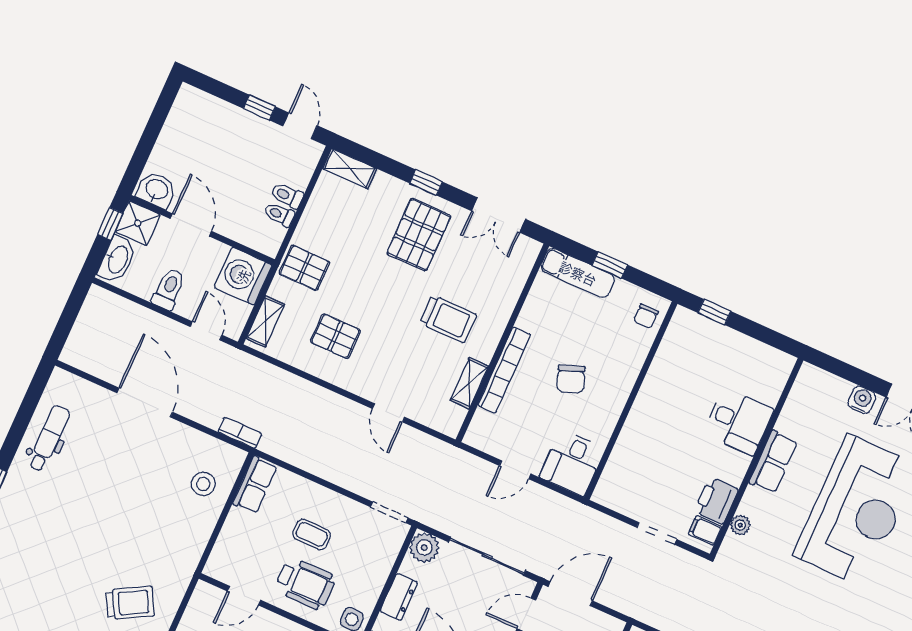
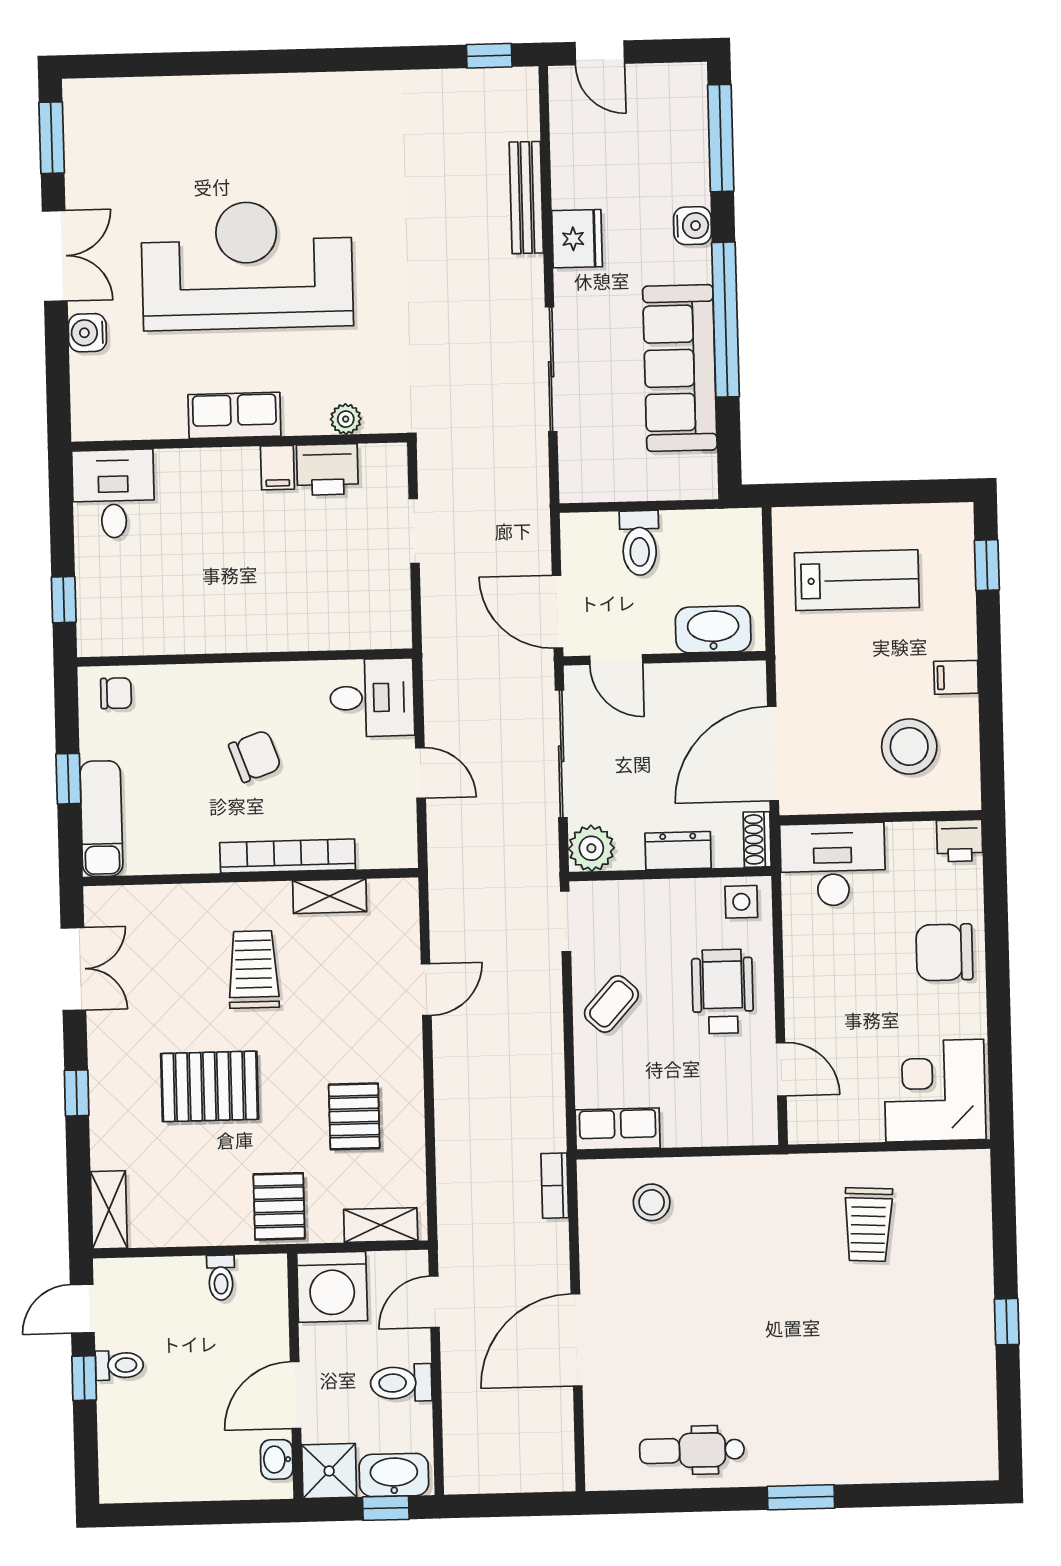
washbasin: (156, 190) -> (277, 1459), width x0.72, depth x0.69
toilet: (287, 196) -> (119, 1365), moved, turned -90
window: (110, 224) -> (386, 1508), moved
pallet: (419, 235) -> (210, 1086), moved
desk: (739, 422) -> (113, 494), moved
filing cabinet: (705, 530) -> (277, 468), moved
coffee table: (312, 534) -> (611, 1004), moved, turned 42
trolley: (130, 603) -> (868, 1224), turned -148

